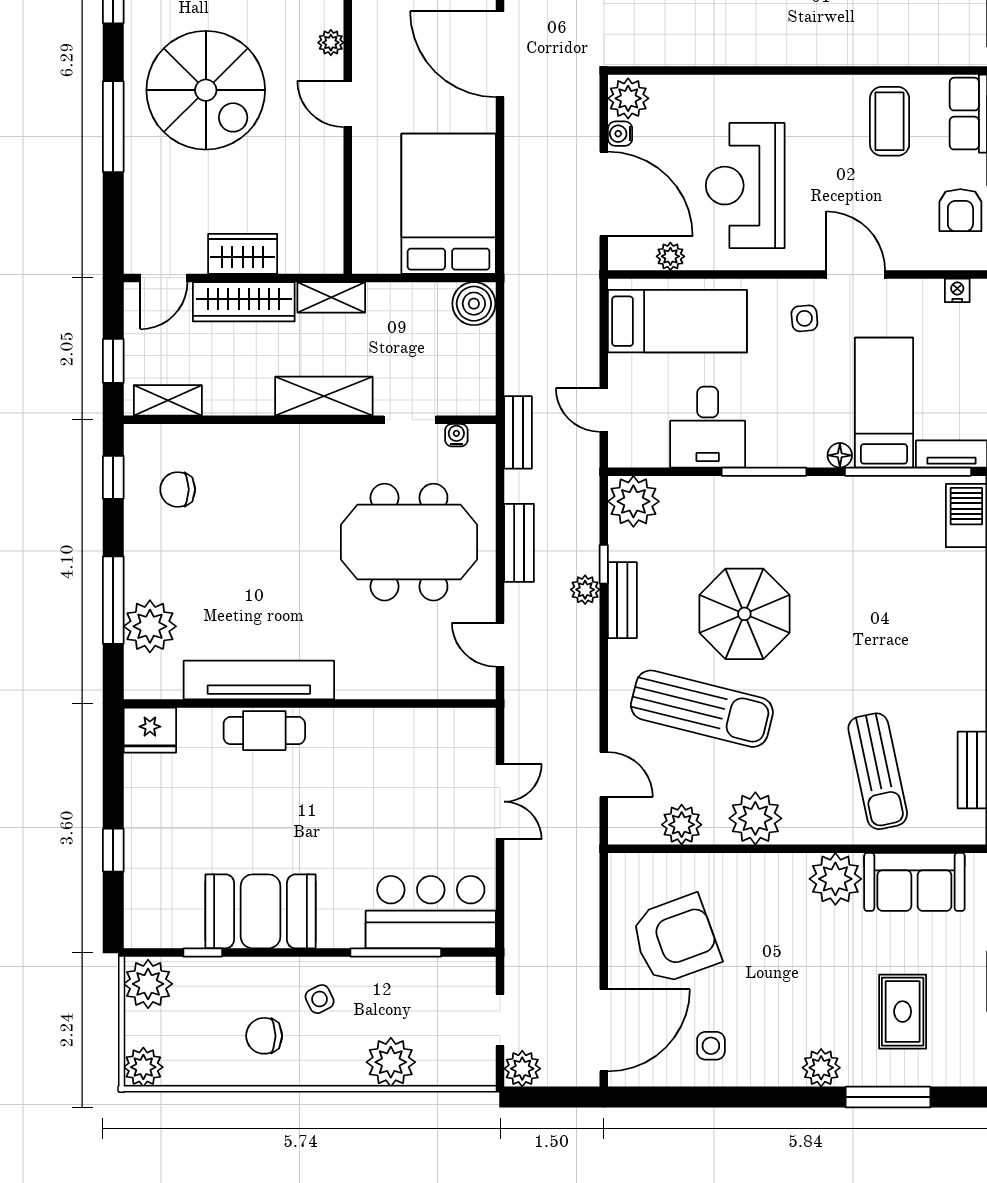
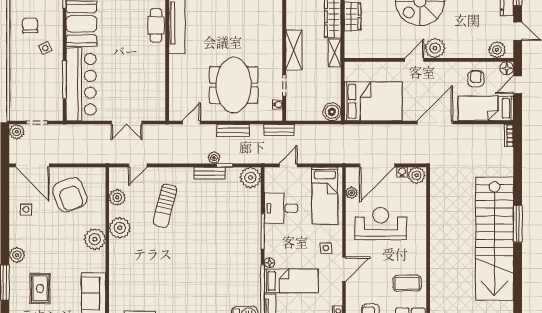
plant: (331, 43) -> (435, 48), width x1.87, depth x1.87
parasol: (744, 614) -> (204, 223), removed
sun lounger: (702, 709) -> (165, 206), width x0.73, depth x0.75
sun lounger: (878, 771) -> (139, 278), removed
plant: (835, 879) -> (95, 239), moved
bar counter: (431, 912) -> (81, 84), width x1.36
rug: (903, 1012) -> (40, 289), turned 90
plant: (391, 1062) -> (19, 77), removed

